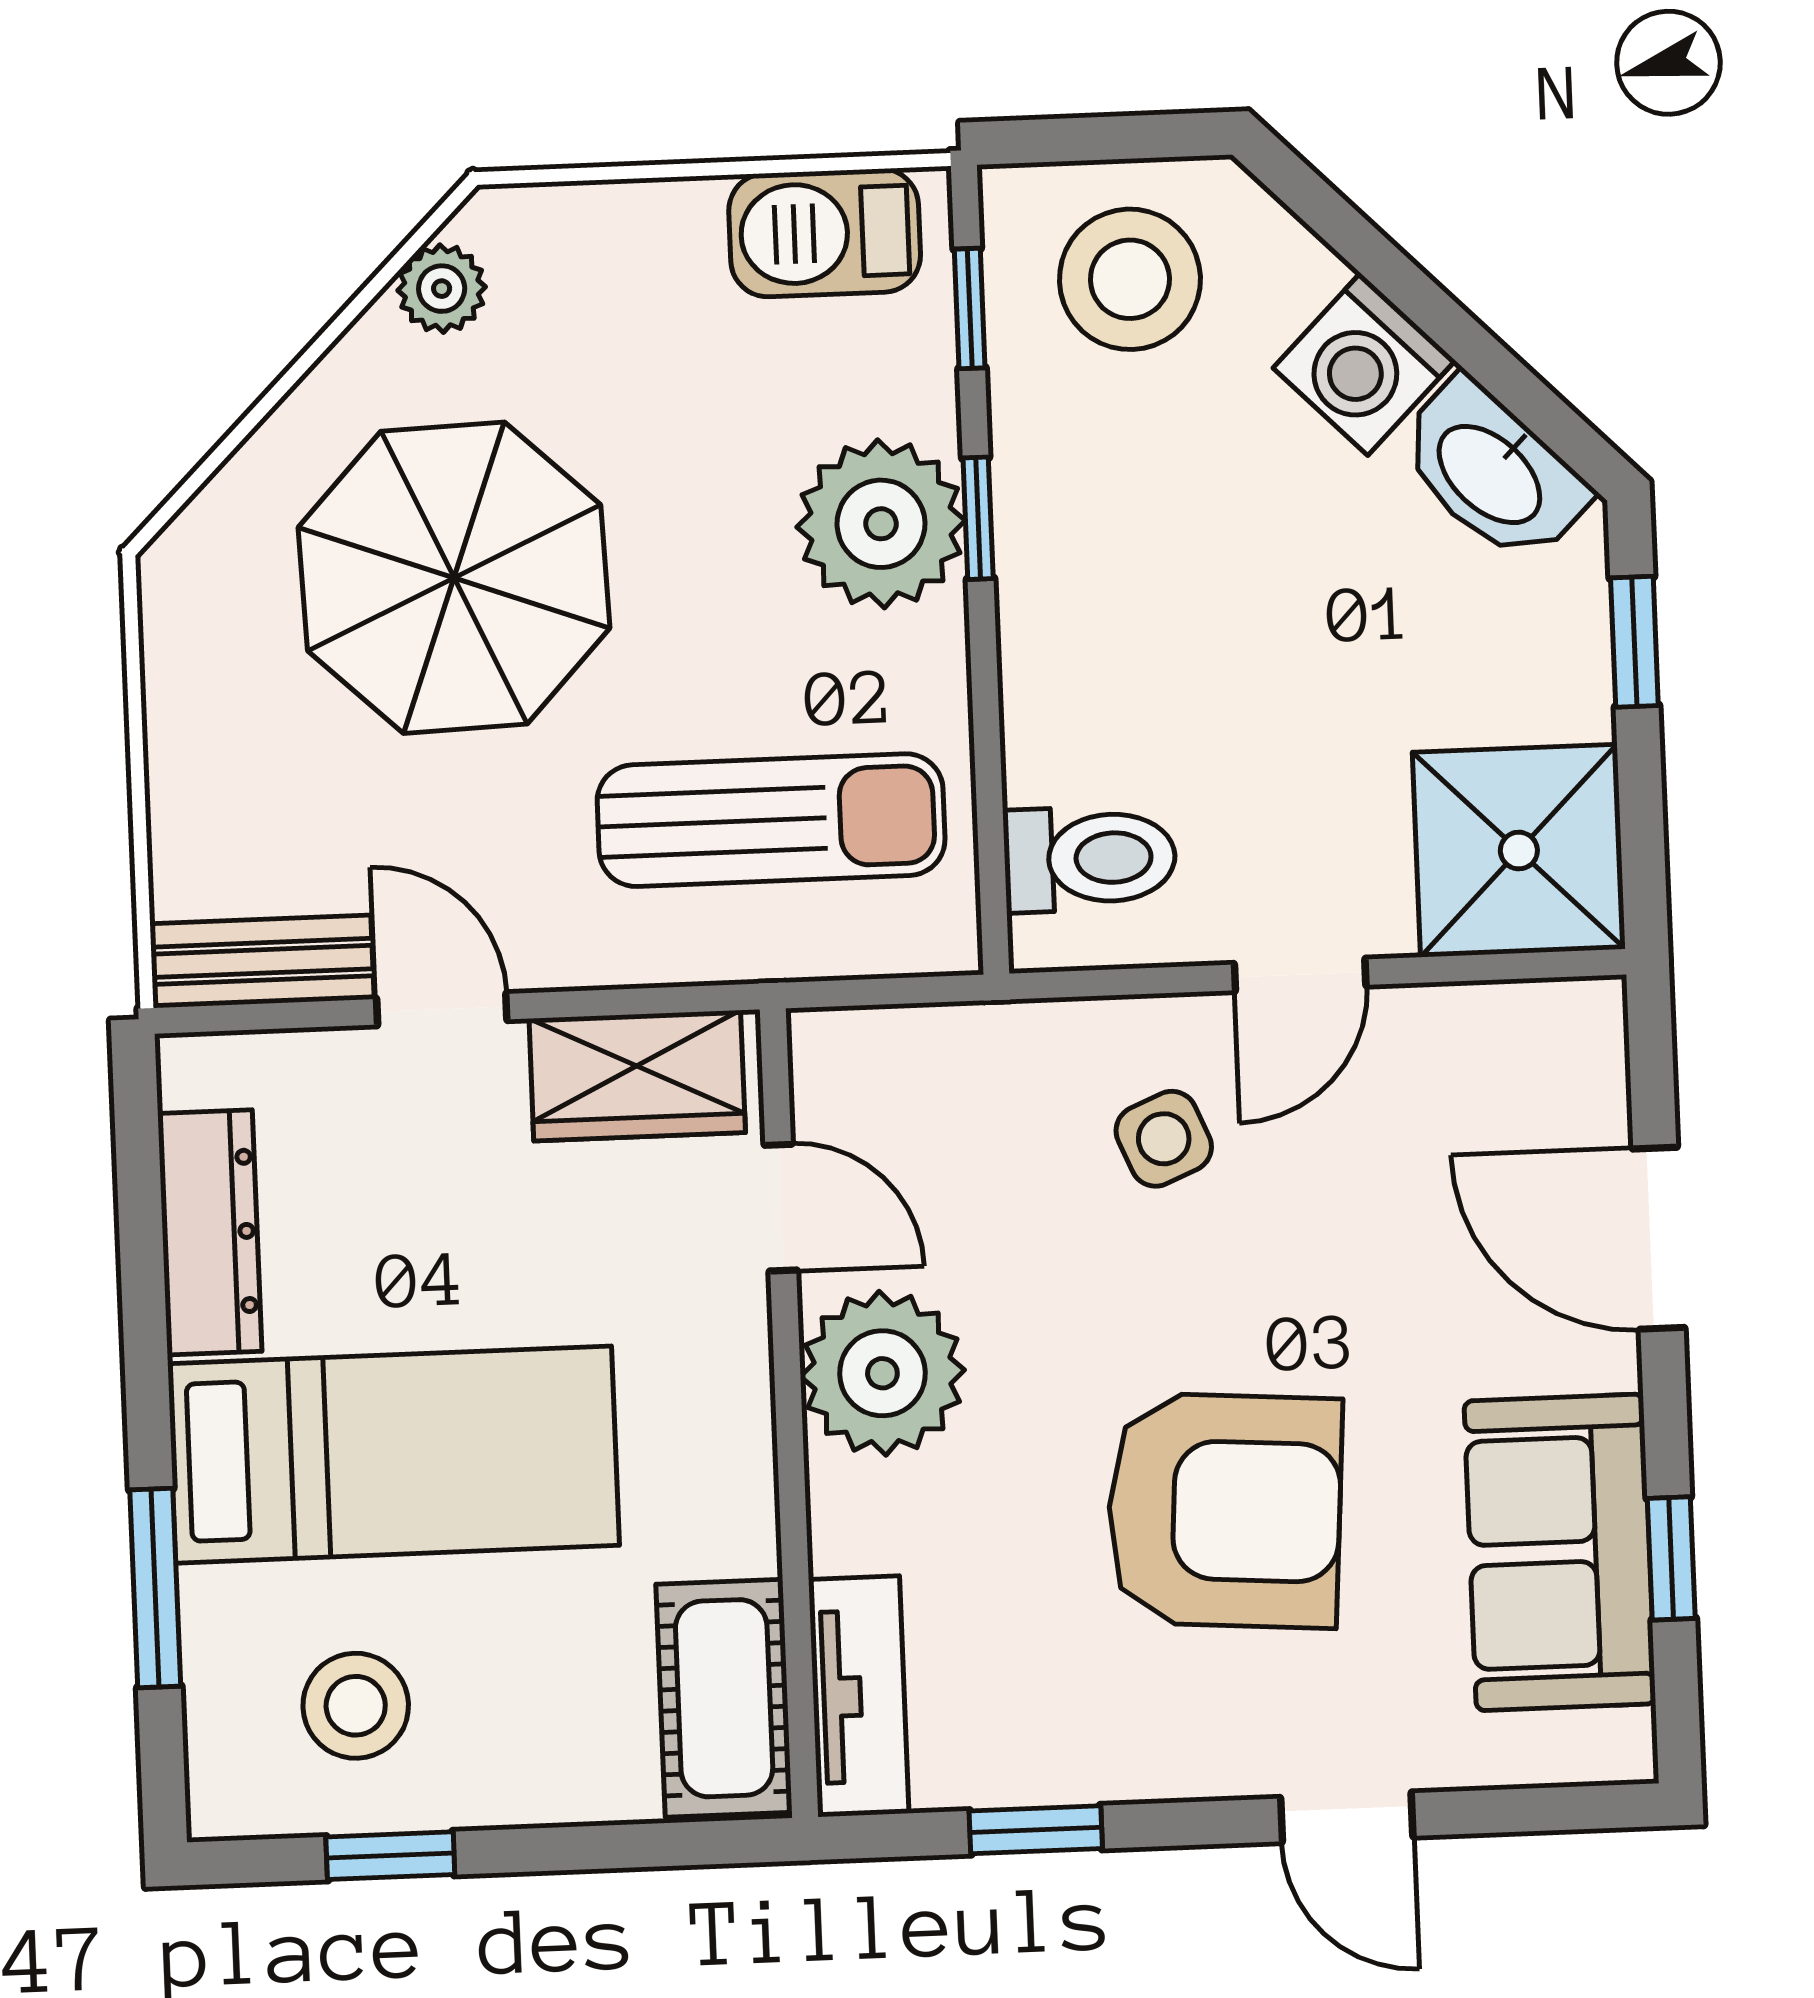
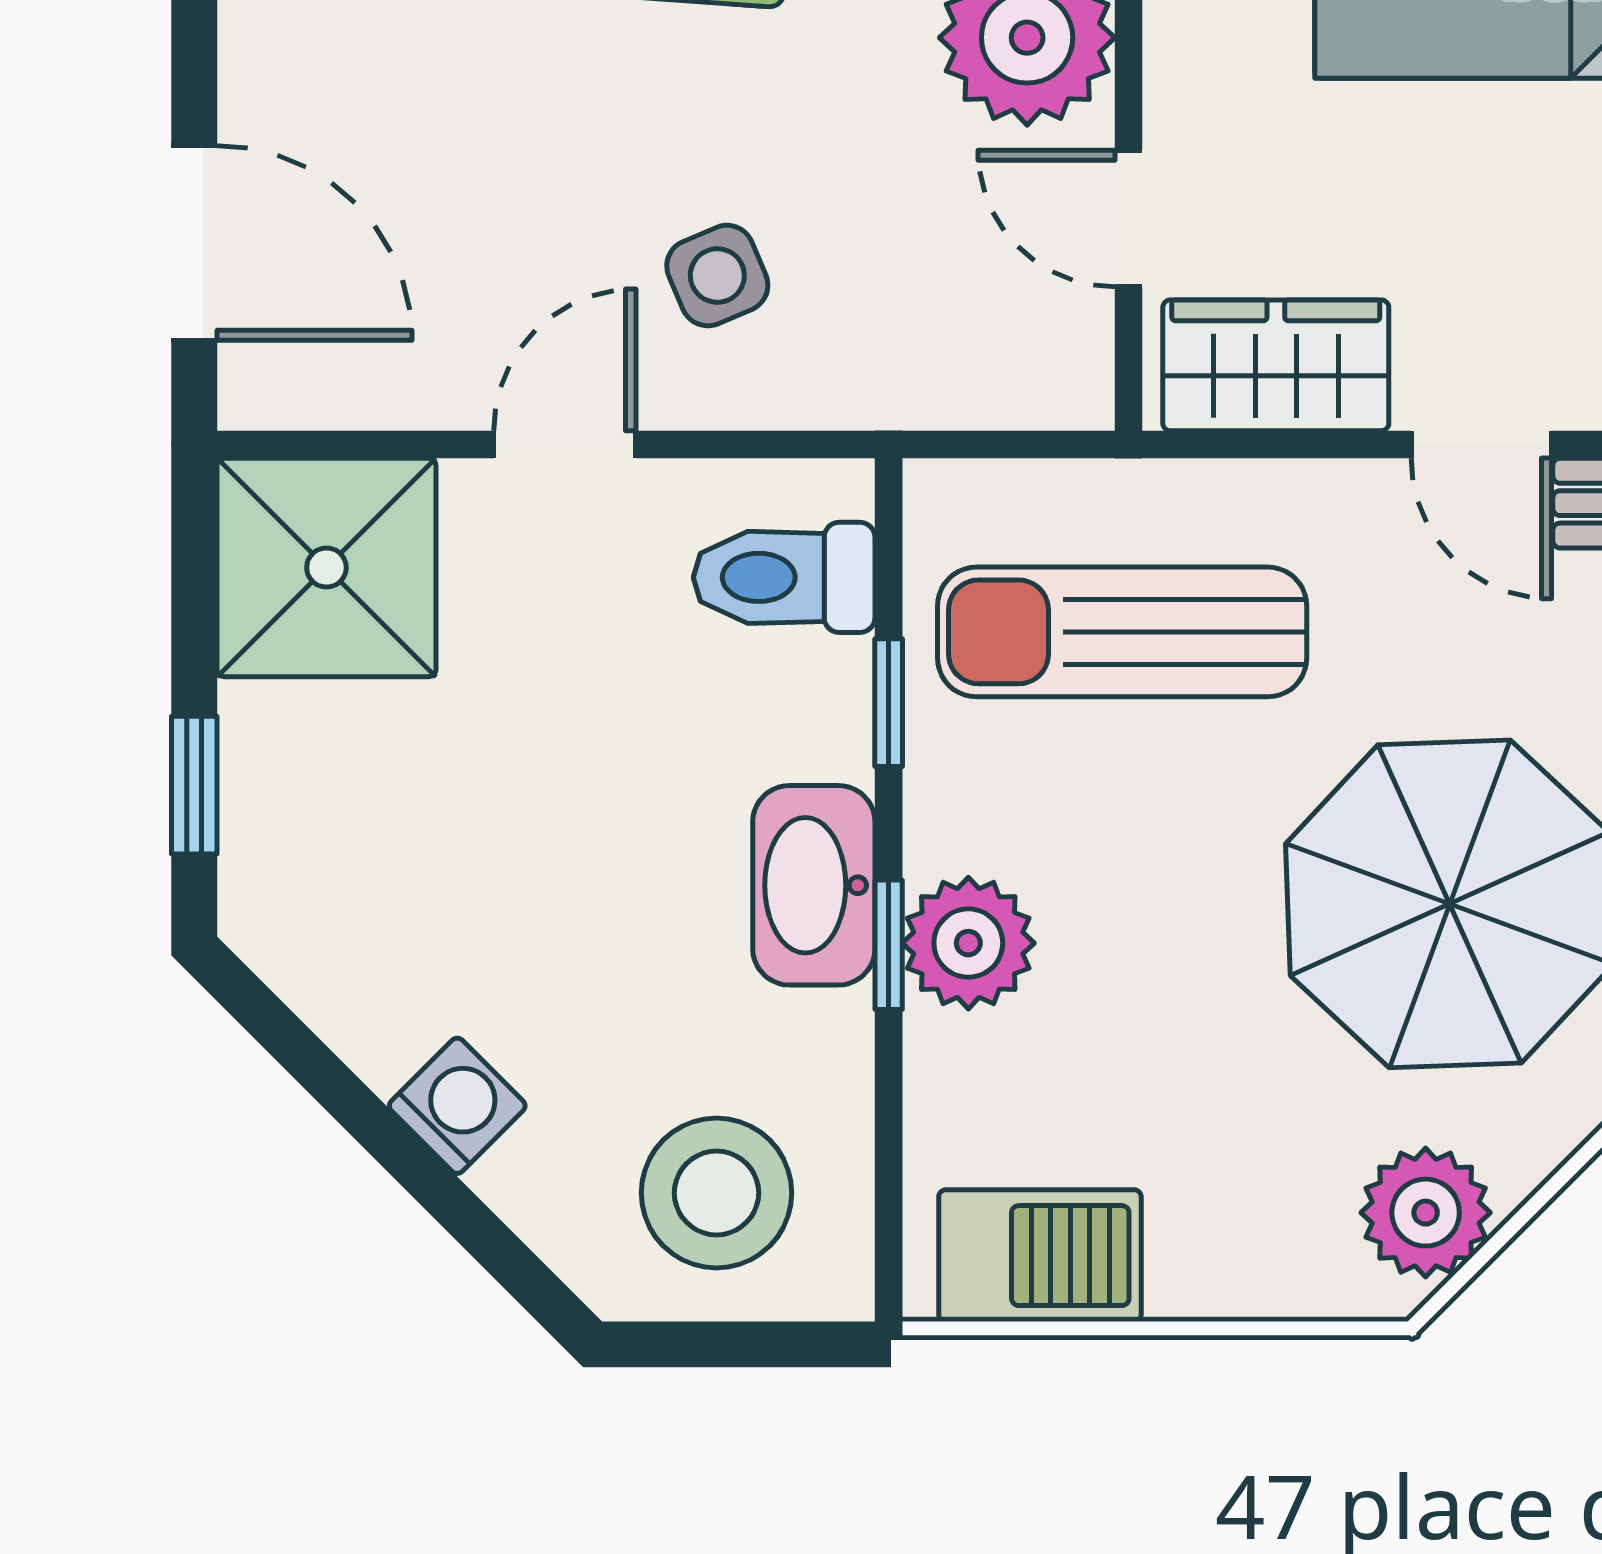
plant: (442, 289) -> (1426, 1213), width x1.38, depth x1.38
window: (970, 309) -> (889, 703), moved
washing machine: (1364, 364) -> (457, 1106), width x0.73, depth x0.73
washbasin: (1492, 472) -> (814, 885), moved, turned -135
plant: (881, 524) -> (968, 943), width x0.73, depth x0.73
door: (1658, 1238) -> (194, 243), moved

